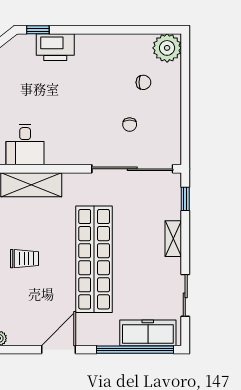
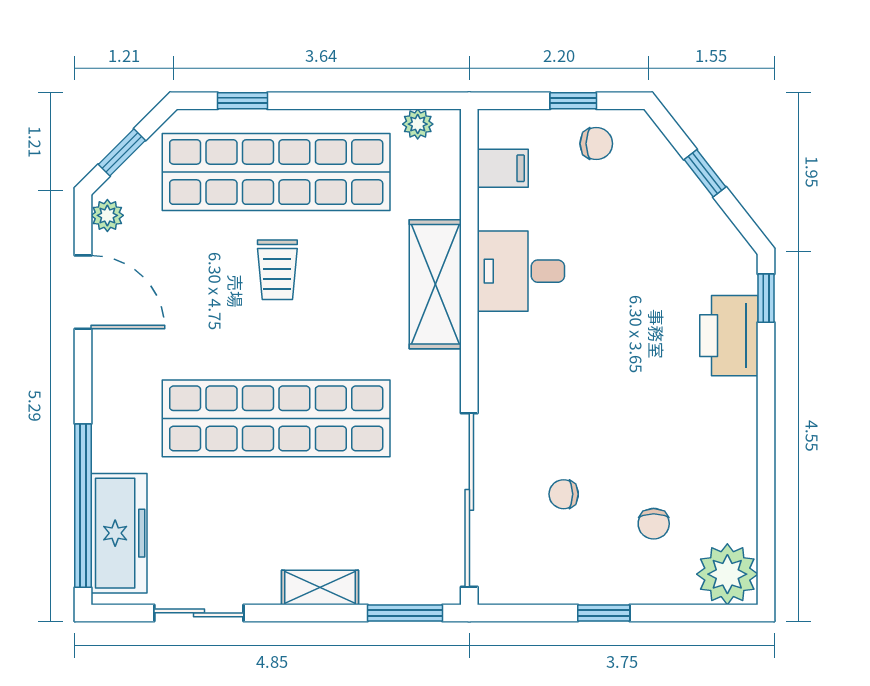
window: (185, 106) -> (604, 613), added
window: (185, 199) -> (405, 613), width x1.50
door: (58, 350) -> (83, 292), moved

